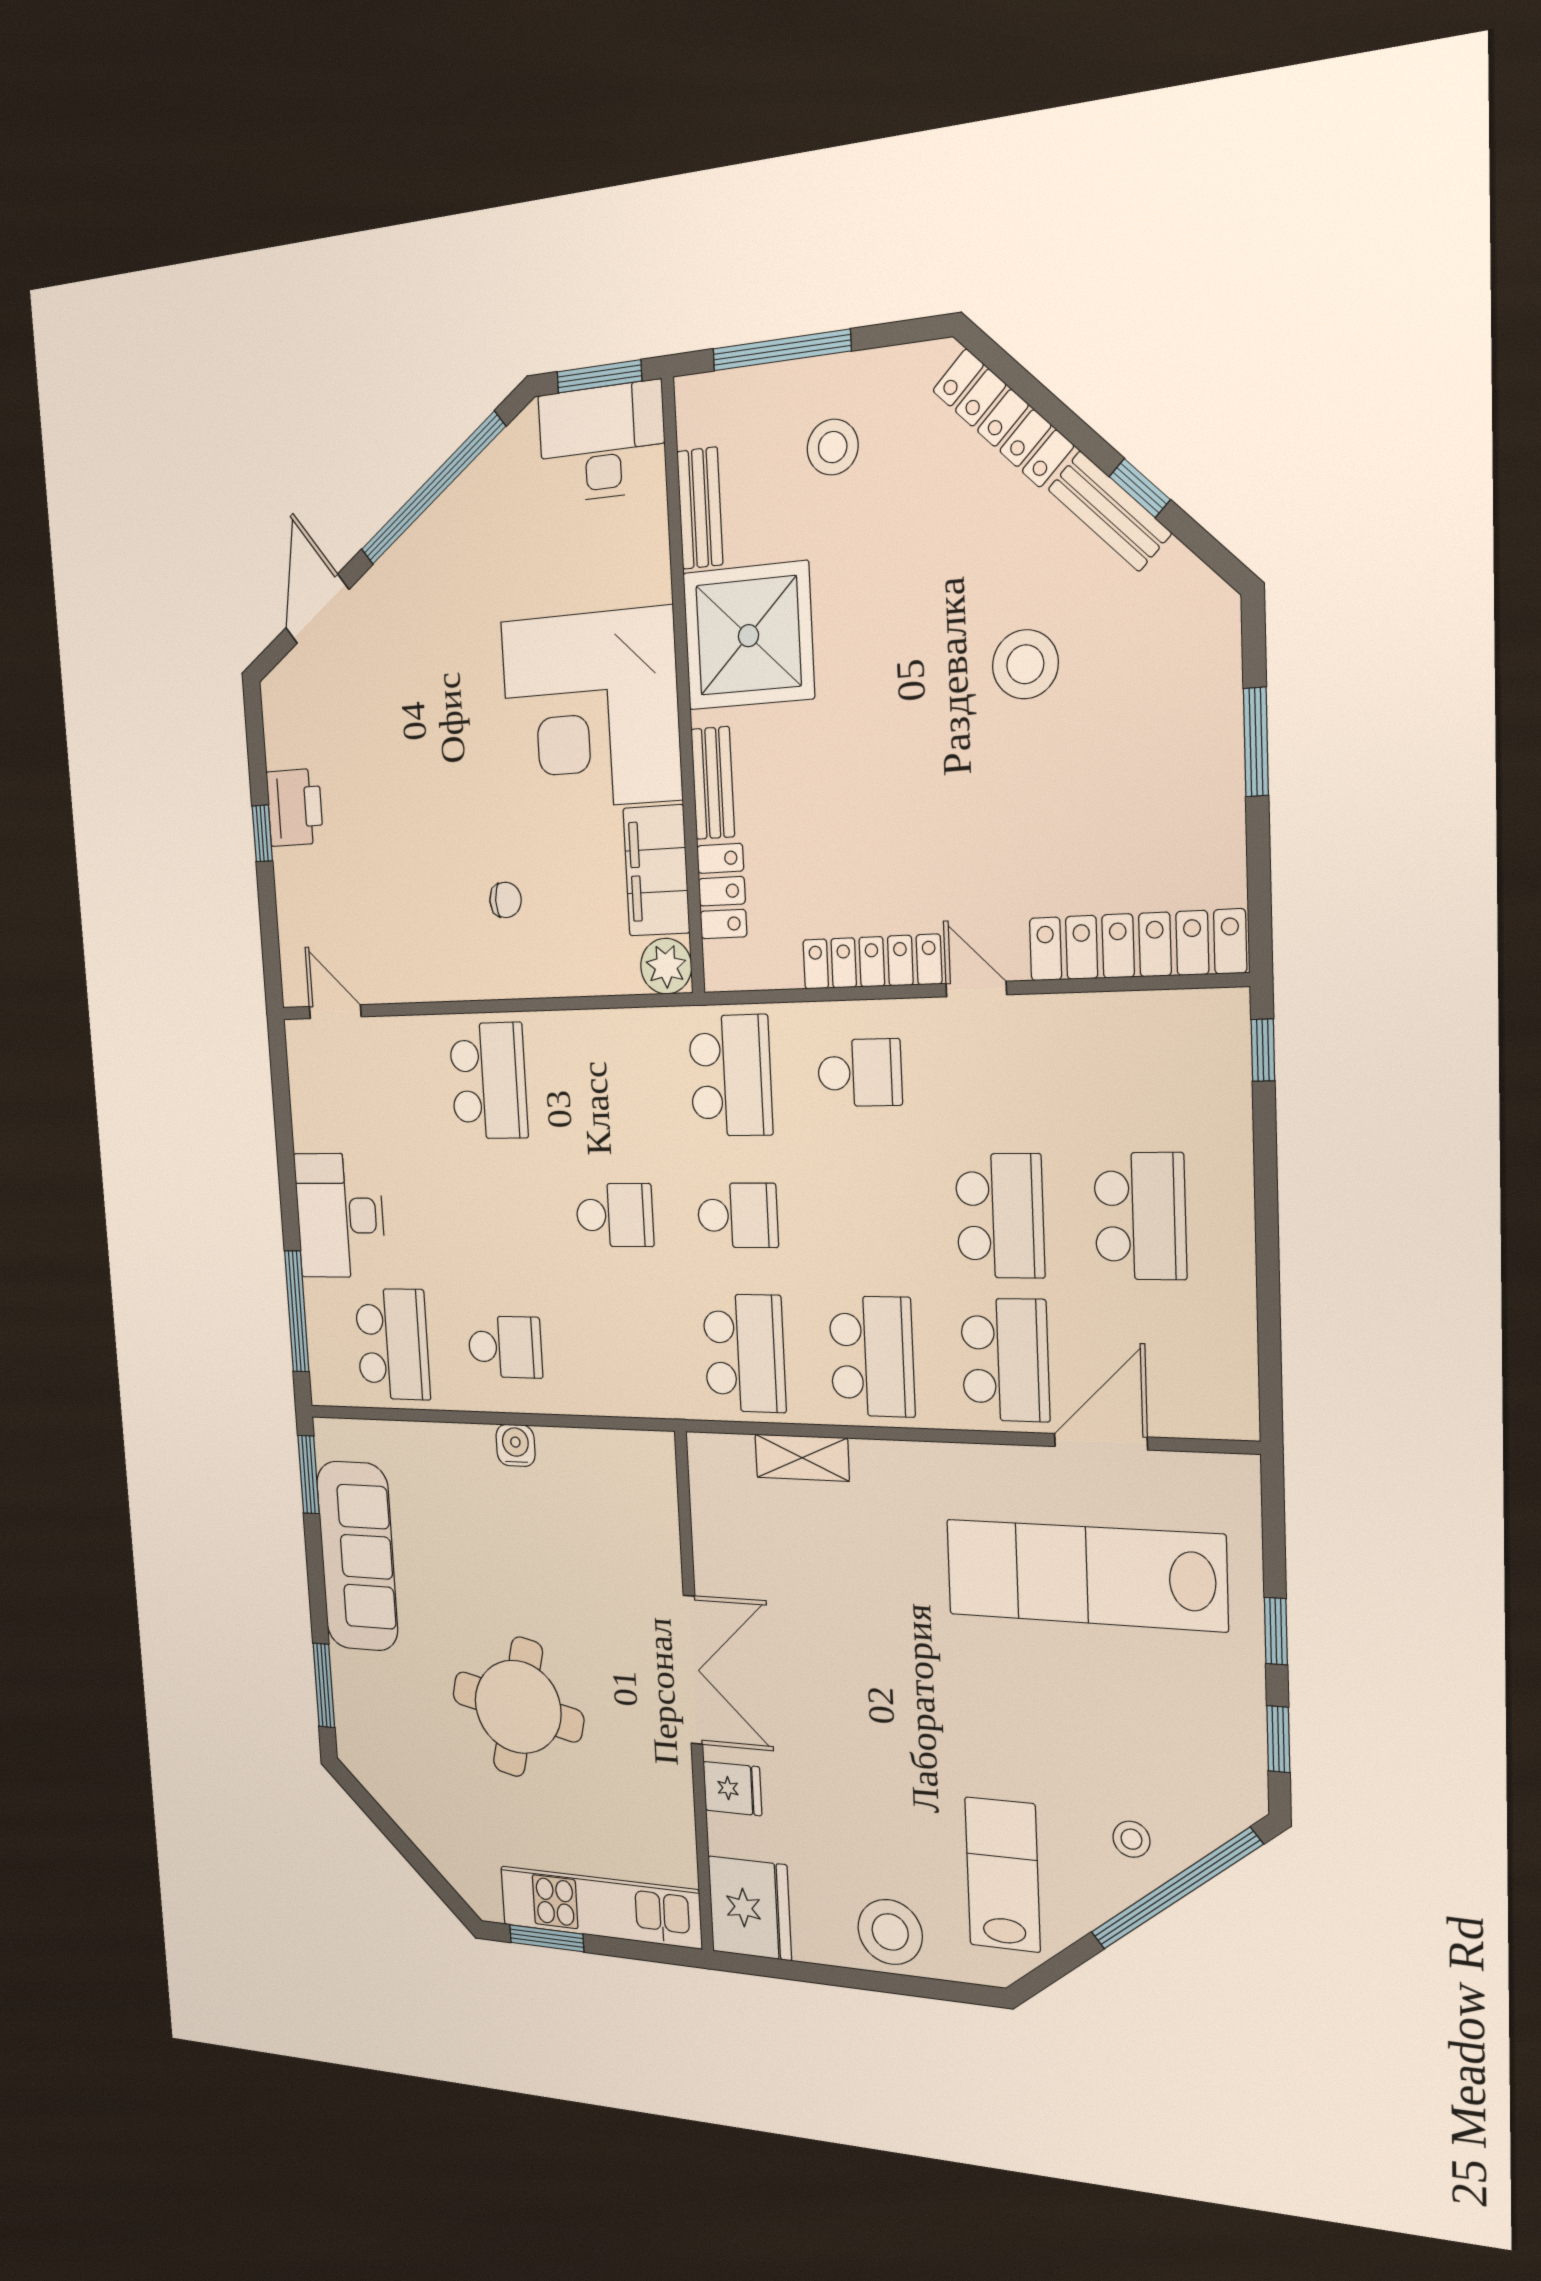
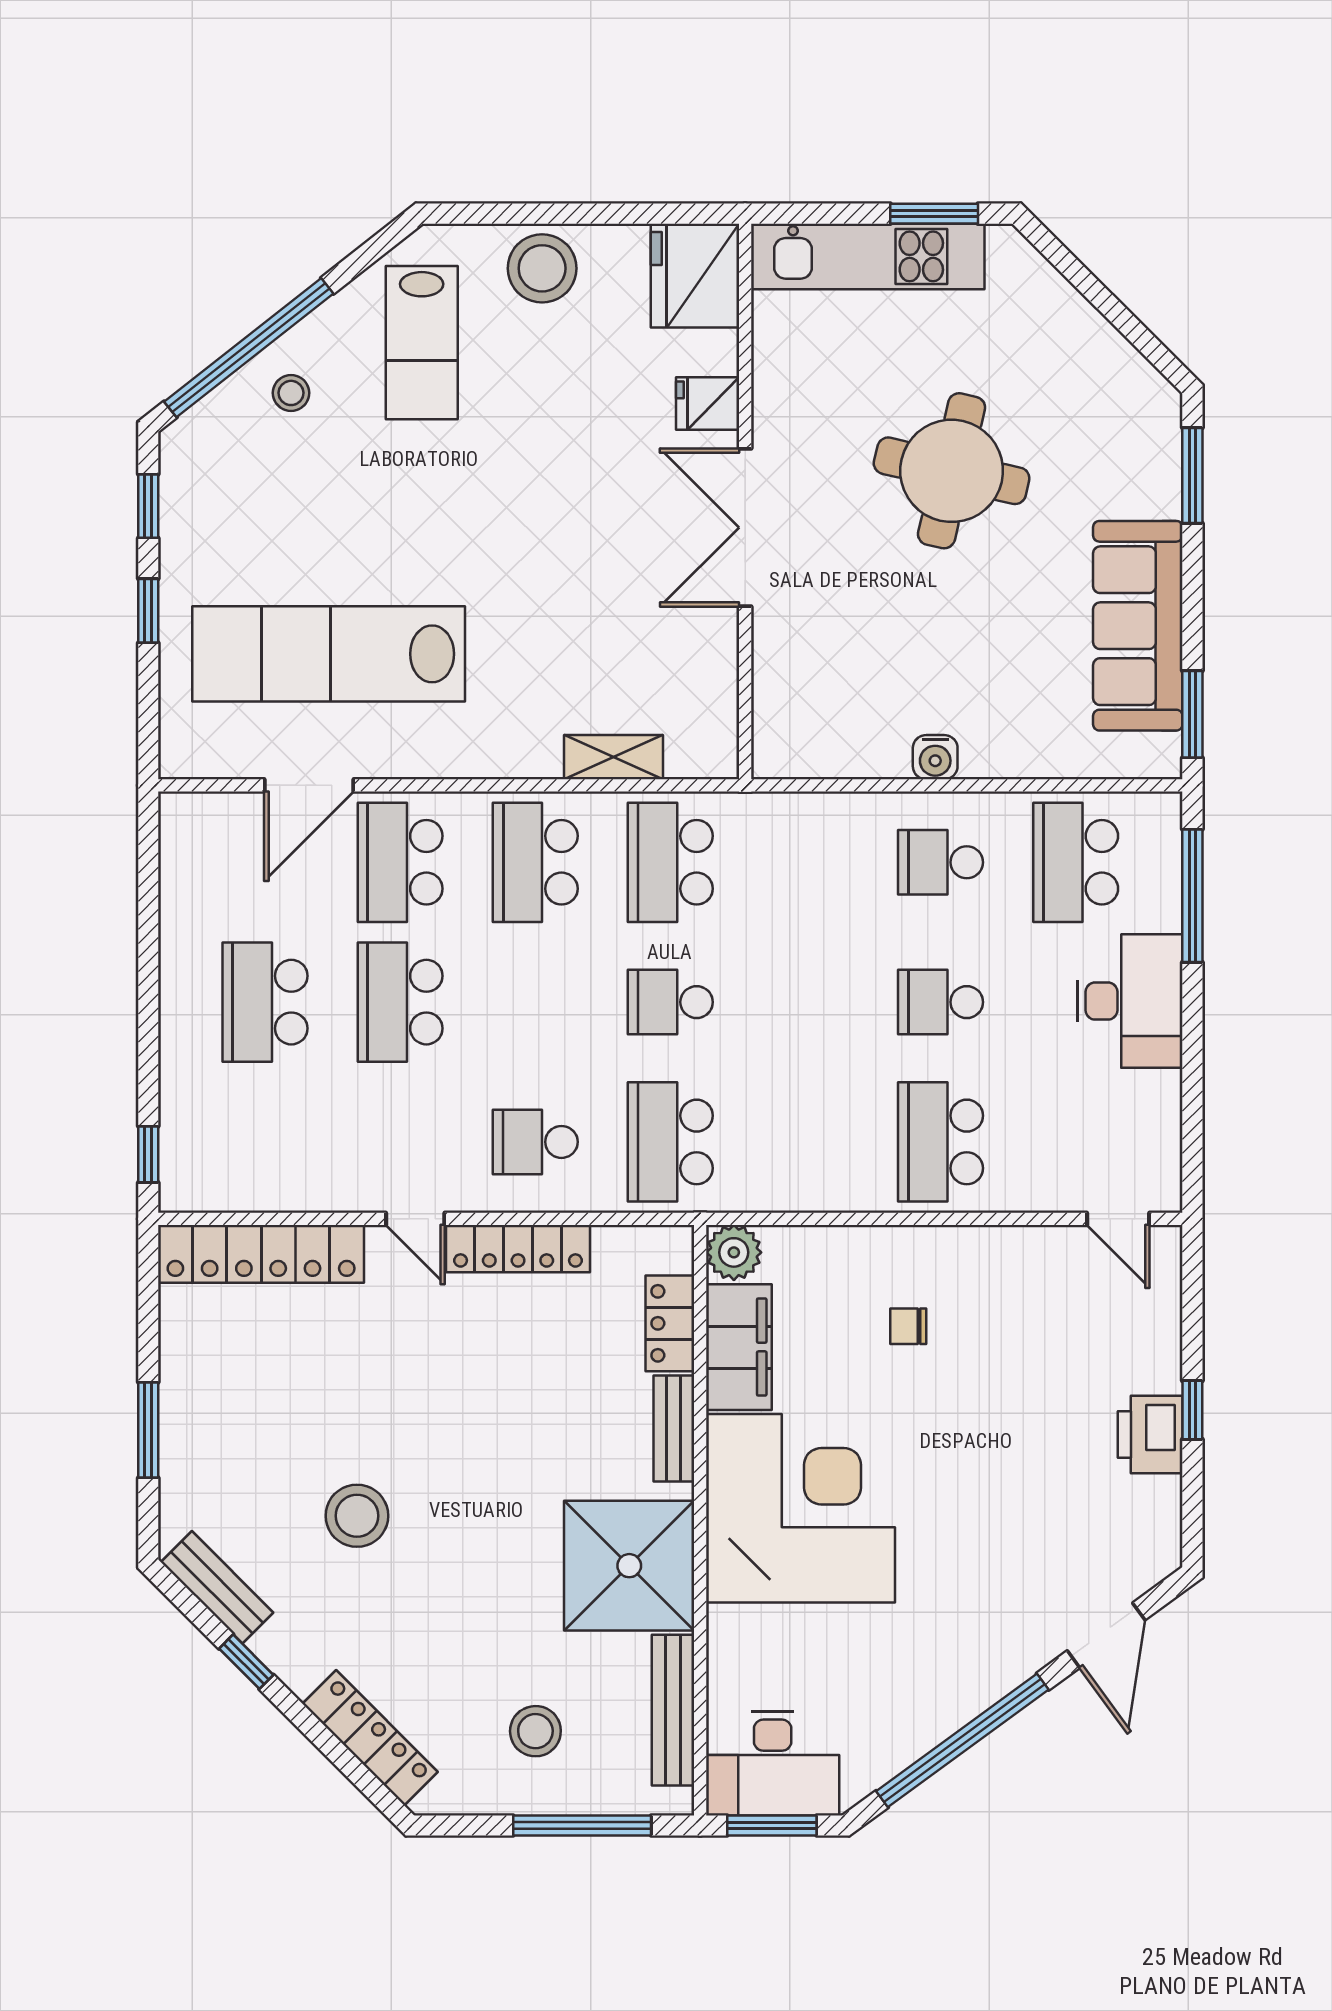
bench: (700, 508) -> (673, 1710), width x1.36
bench: (1110, 511) -> (217, 1587), moved
school desk: (615, 1215) -> (941, 1002), moved
lab bench: (1085, 1575) -> (329, 654), turned 180

